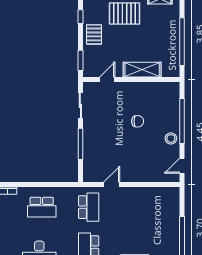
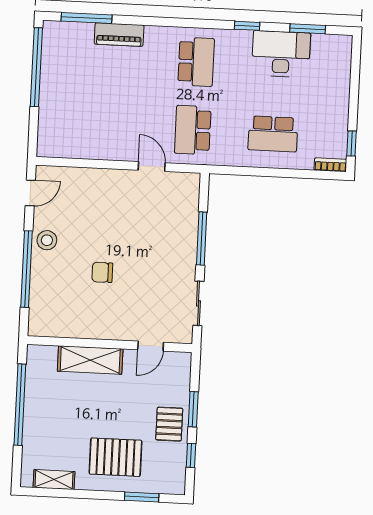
window: (80, 60) -> (193, 409), moved
door: (112, 185) -> (152, 167), swing flipped
school desk: (42, 207) -> (273, 134), turned 180

